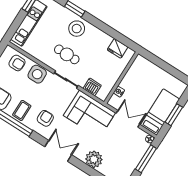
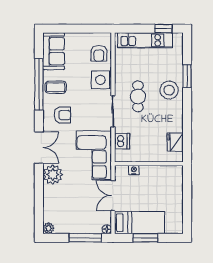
double door: (128, 119) -> (113, 196), swing flipped
plant: (94, 159) -> (53, 175), moved

